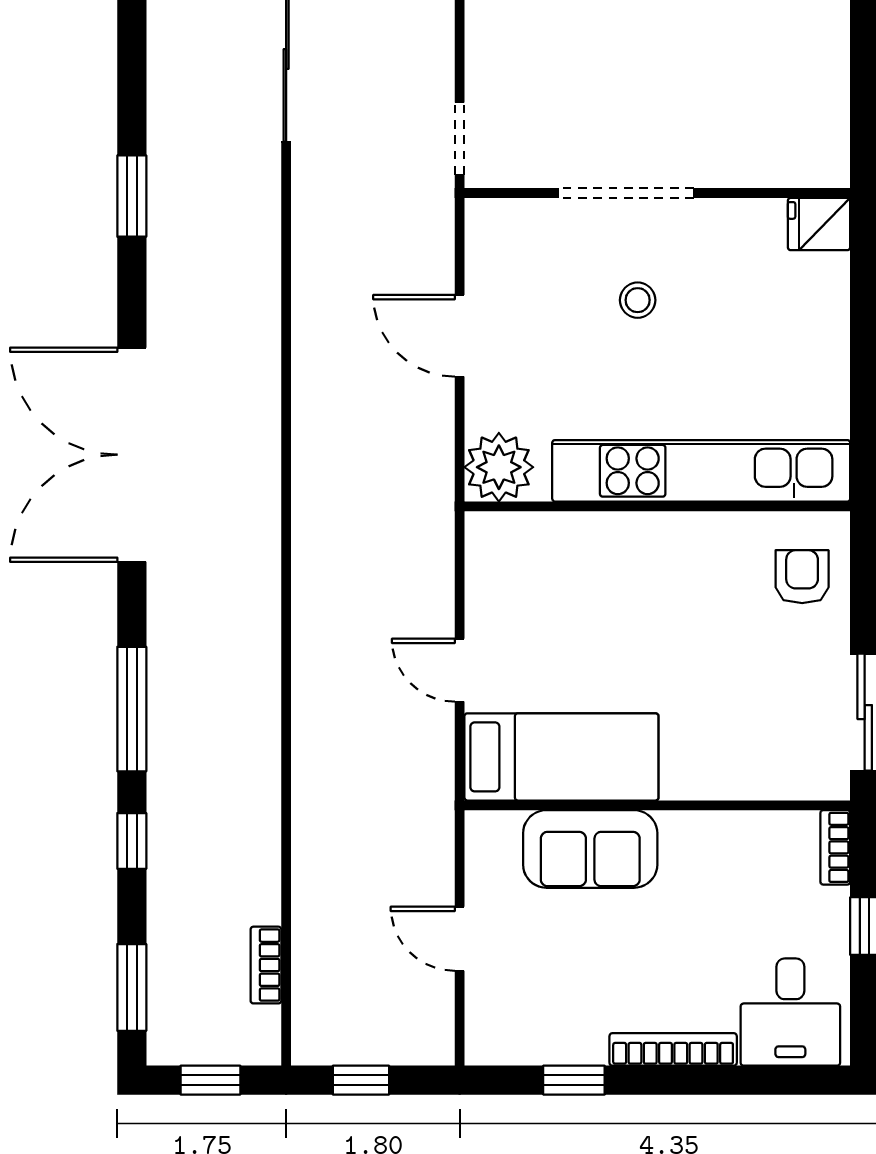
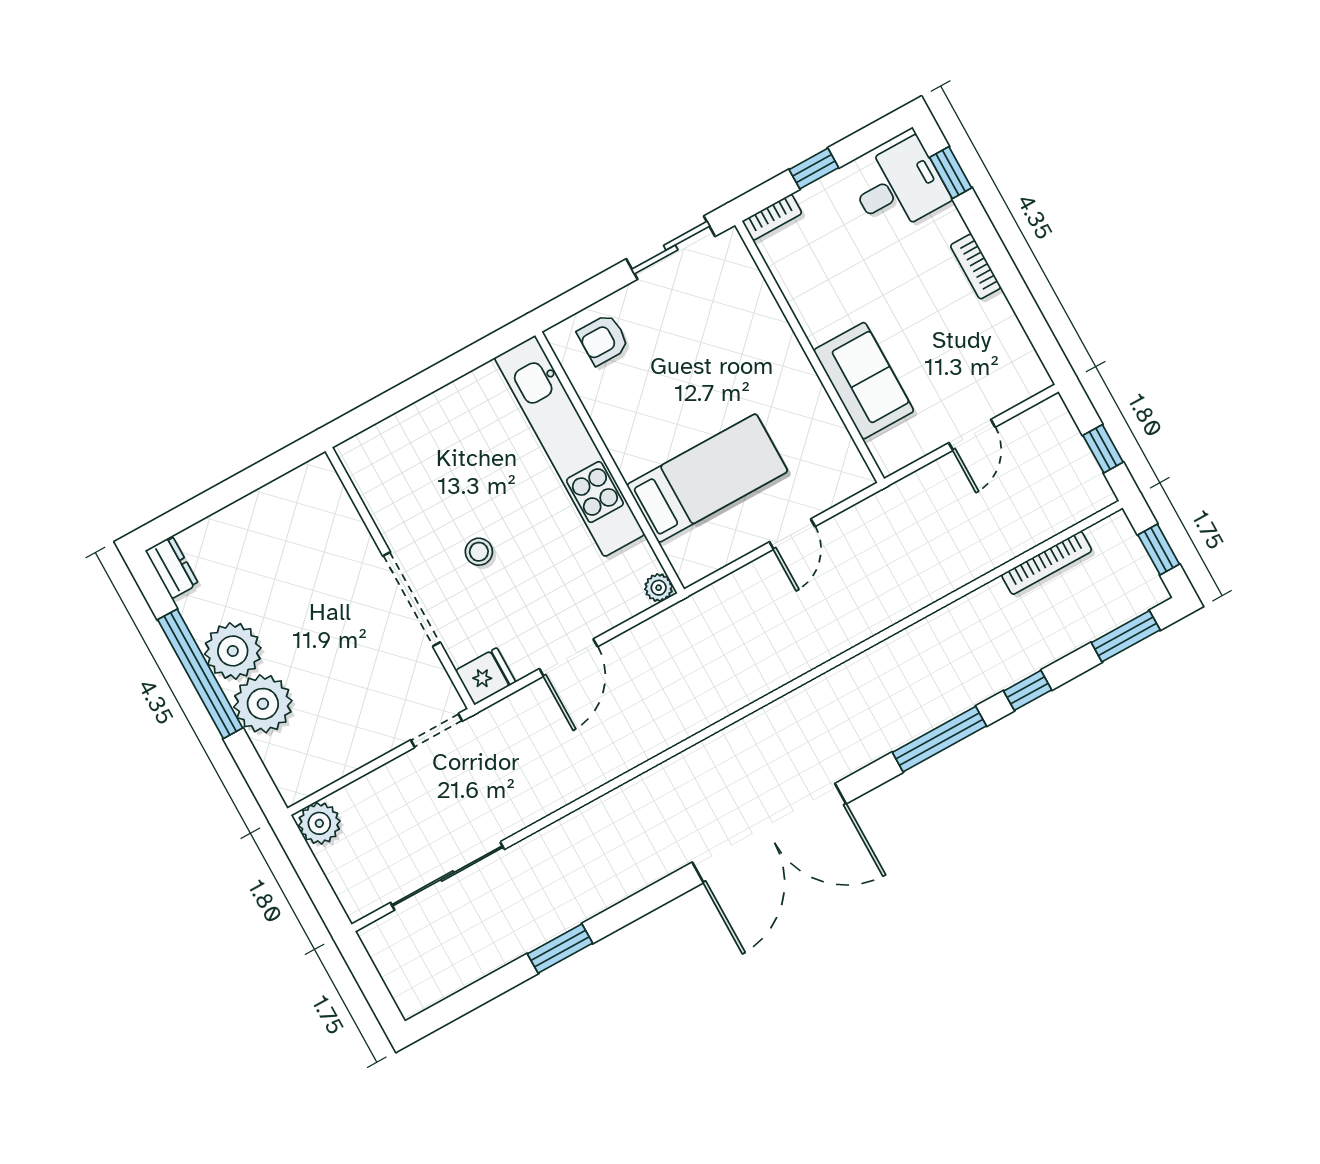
window: (132, 196) -> (560, 949), moved
fridge: (819, 224) -> (486, 676), moved, turned -90
plant: (499, 467) -> (659, 588), width x0.53, depth x0.53
bed: (561, 757) -> (707, 478), moved, turned 90
bookcase: (266, 965) -> (1047, 563), width x1.56
bookcase: (673, 1049) -> (976, 267), width x0.64
window: (574, 1080) -> (951, 173), moved

